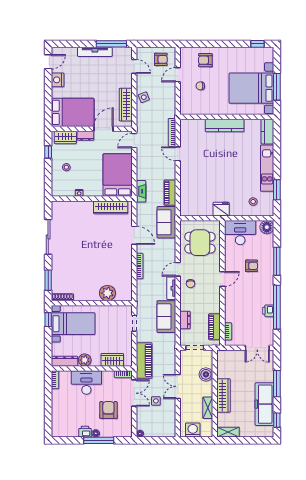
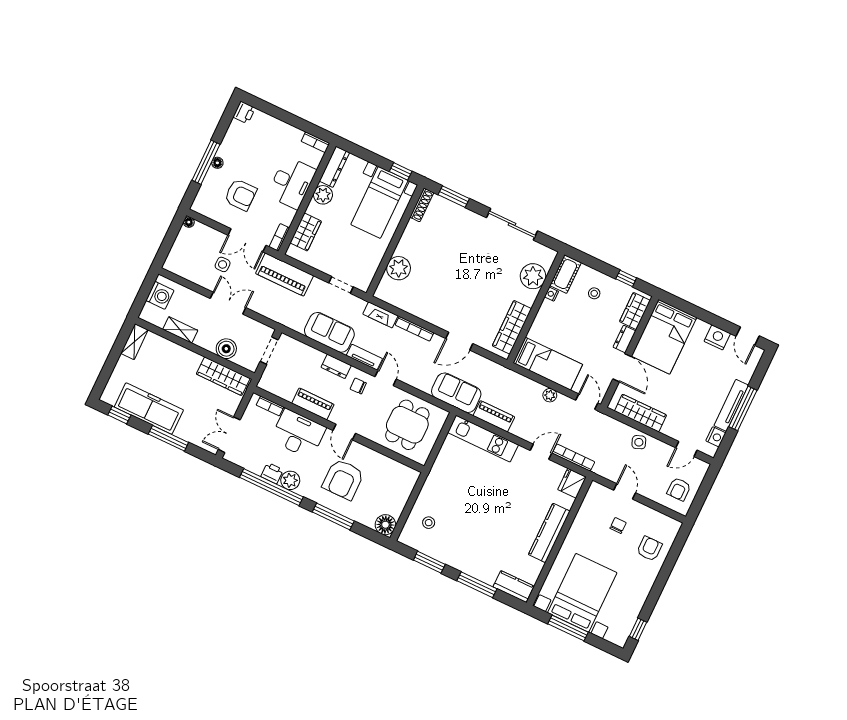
window: (111, 44) -> (743, 408), moved
nightstand: (118, 52) -> (716, 437), added
door: (178, 75) -> (625, 491), moved
window: (277, 154) -> (477, 585), added
plant: (141, 165) -> (550, 395), added
kitchen unit: (267, 168) -> (483, 439), moved, turned 180
bed: (118, 175) -> (548, 364), width x0.67
cot: (63, 190) -> (566, 274), added
fireplace: (141, 191) -> (380, 315), moved
plant: (74, 209) -> (533, 276), added
fridge: (221, 209) -> (572, 483), moved, turned 180
desk: (240, 233) -> (298, 434), moved, turned -90
armchair: (251, 266) -> (343, 479), width x1.88, depth x1.88
plant: (267, 298) -> (290, 480), added
dresser: (185, 320) -> (336, 366), moved
piano: (214, 327) -> (313, 404), moved
wardrobe: (224, 395) -> (223, 376), moved
printer: (85, 432) -> (244, 112), moved

